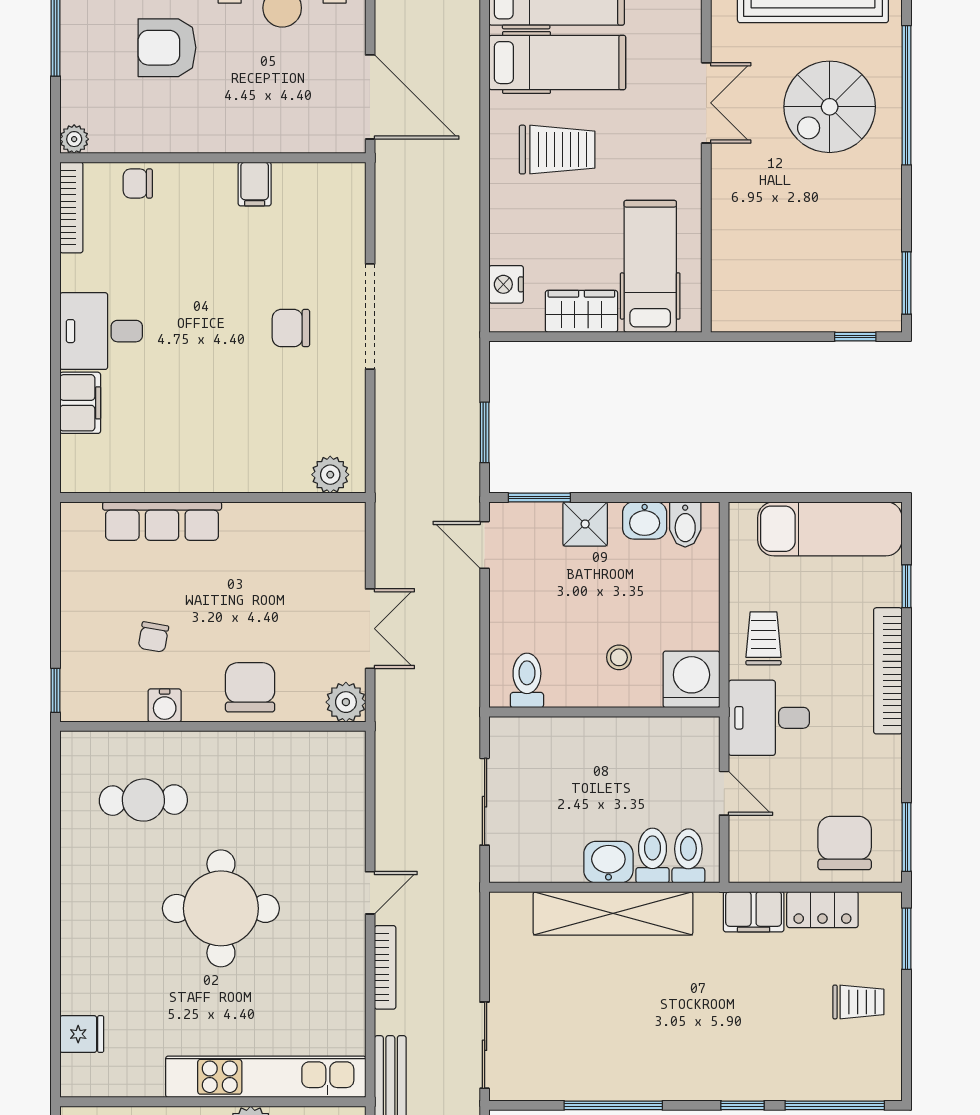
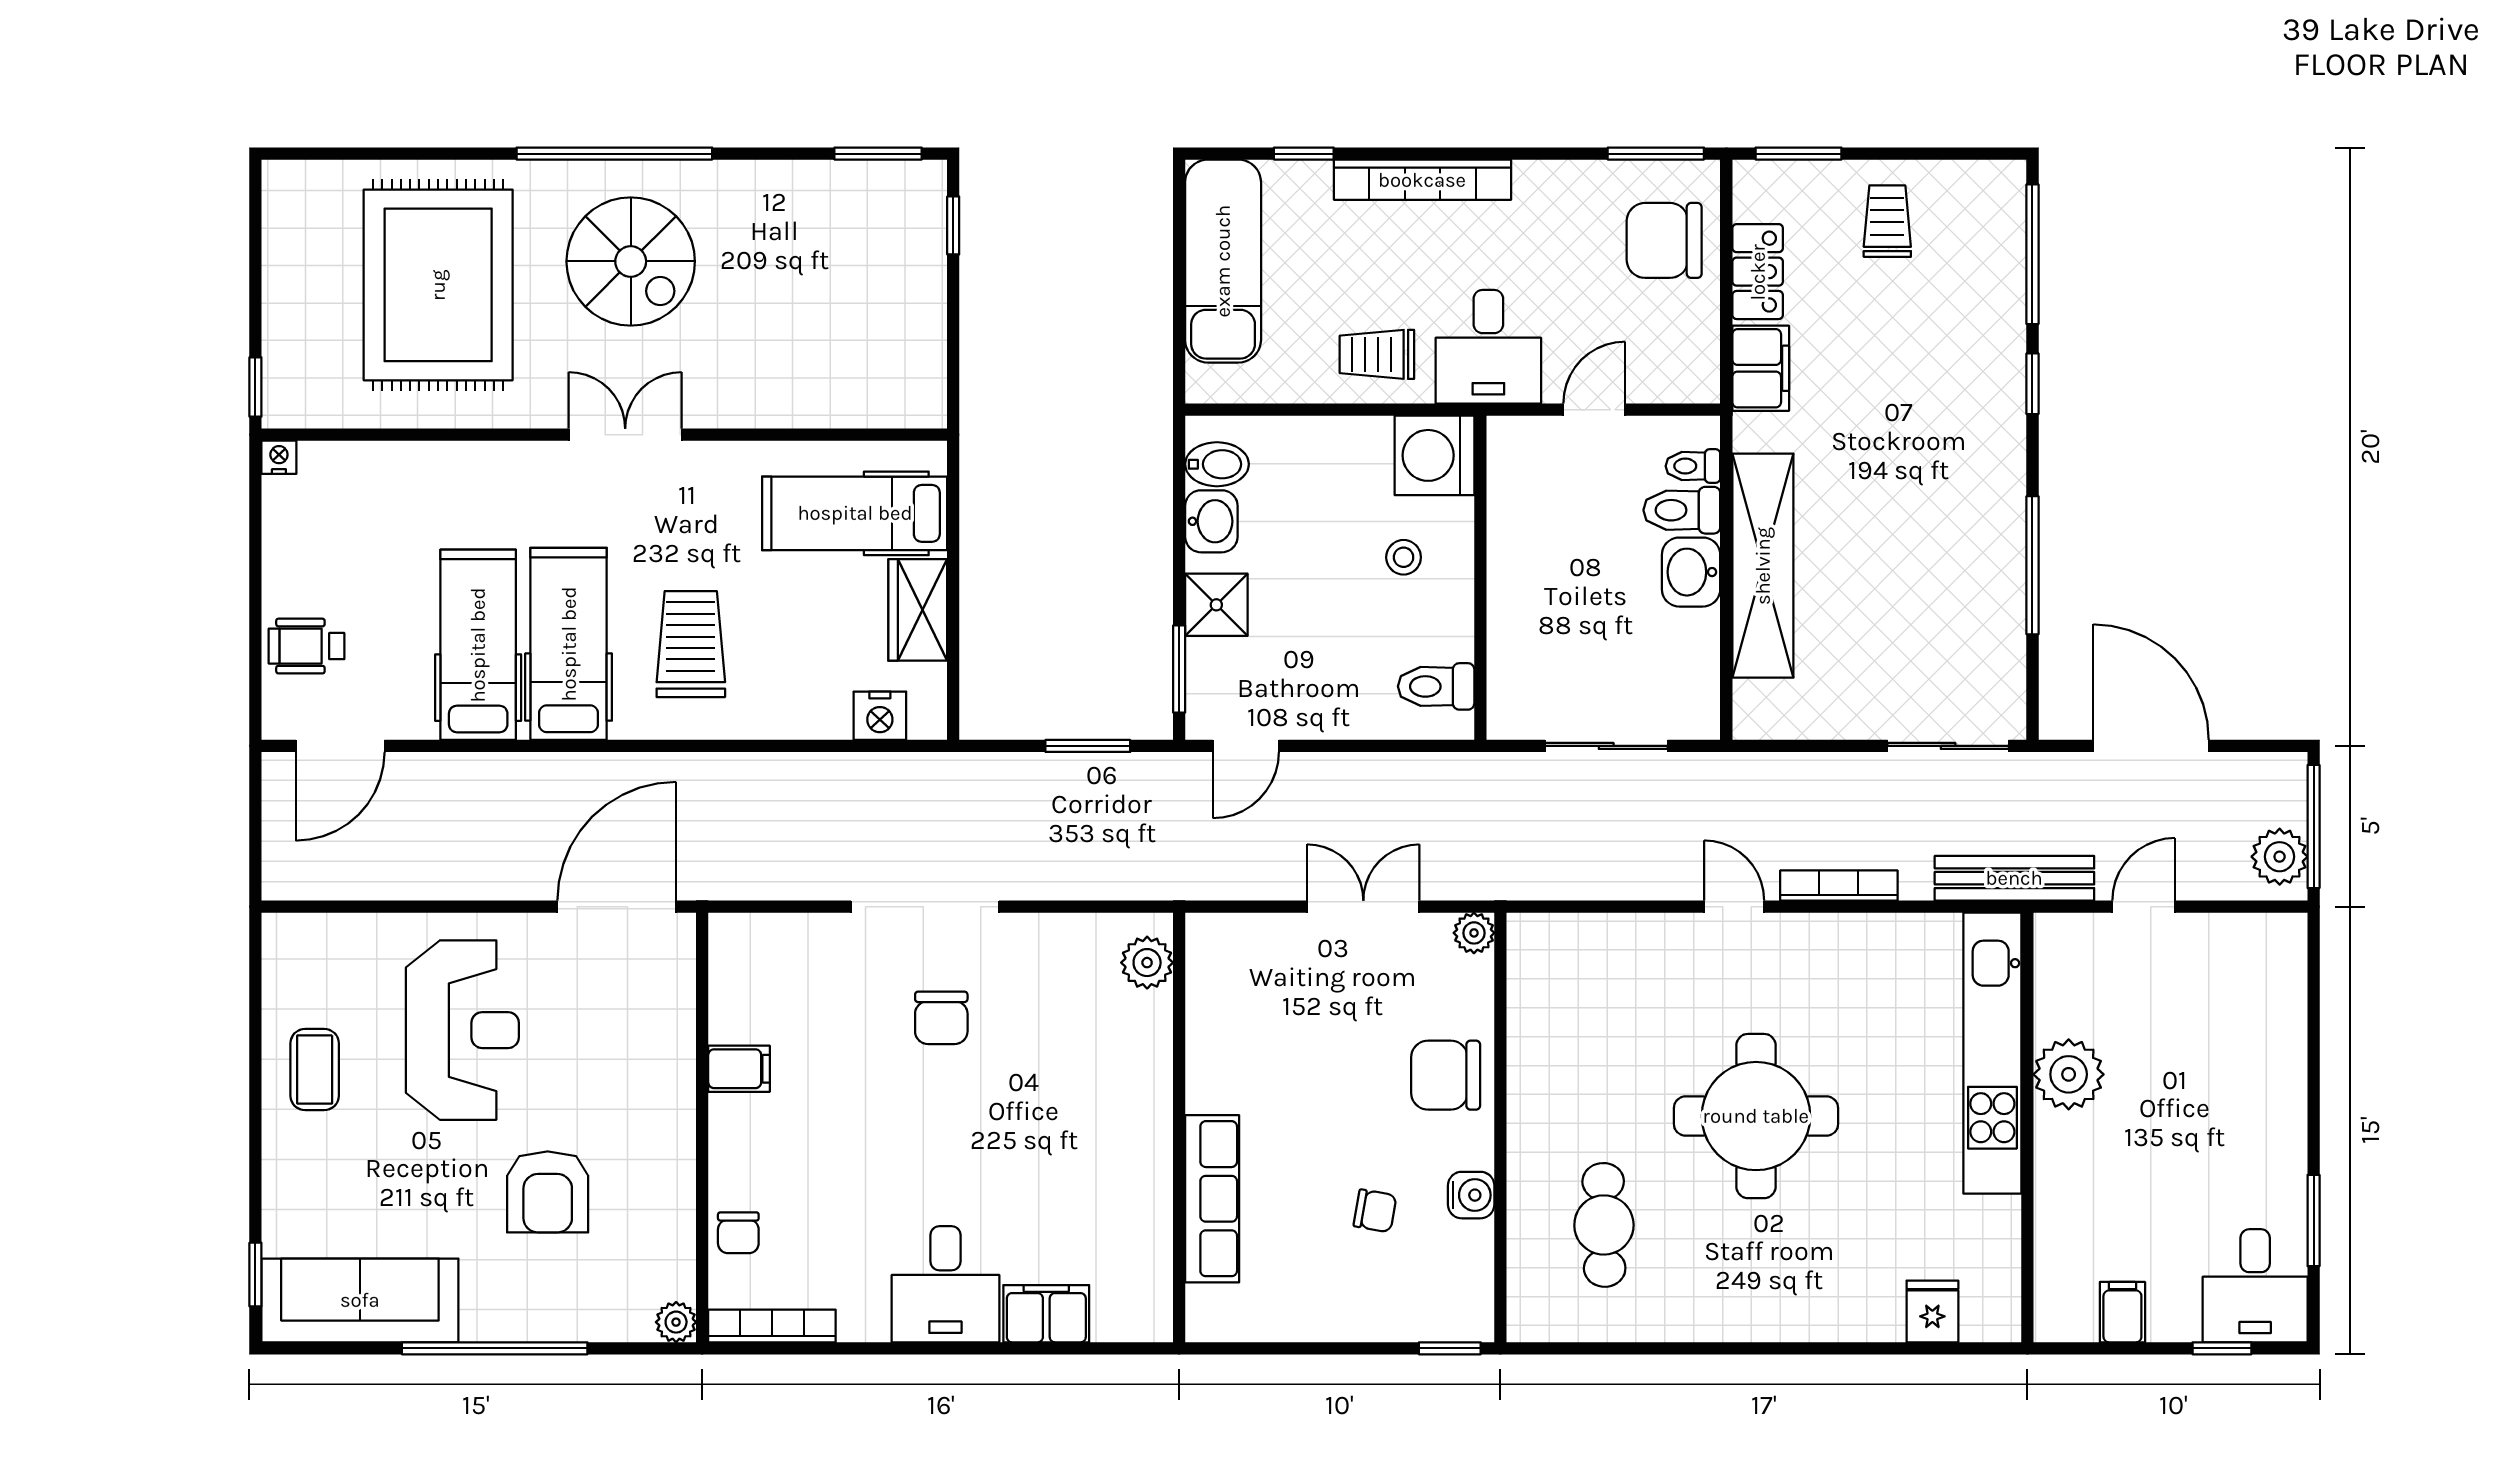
plant: (346, 702) -> (1474, 933), width x0.73, depth x0.73
toilet: (688, 856) -> (1693, 466), width x0.73, depth x0.72

